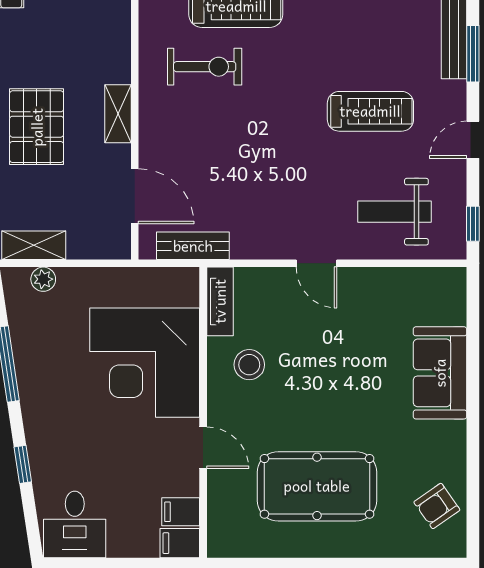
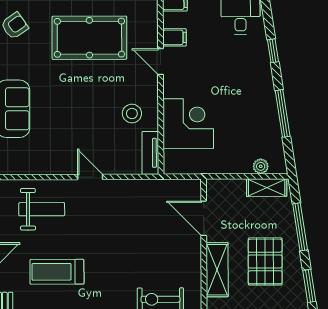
shelving: (118, 114) -> (217, 270), width x1.50, depth x1.33
bench: (193, 246) -> (167, 188), removed
corner desk: (145, 363) -> (188, 124), width x0.74, depth x0.74
filing cabinet: (181, 512) -> (174, 37), moved

